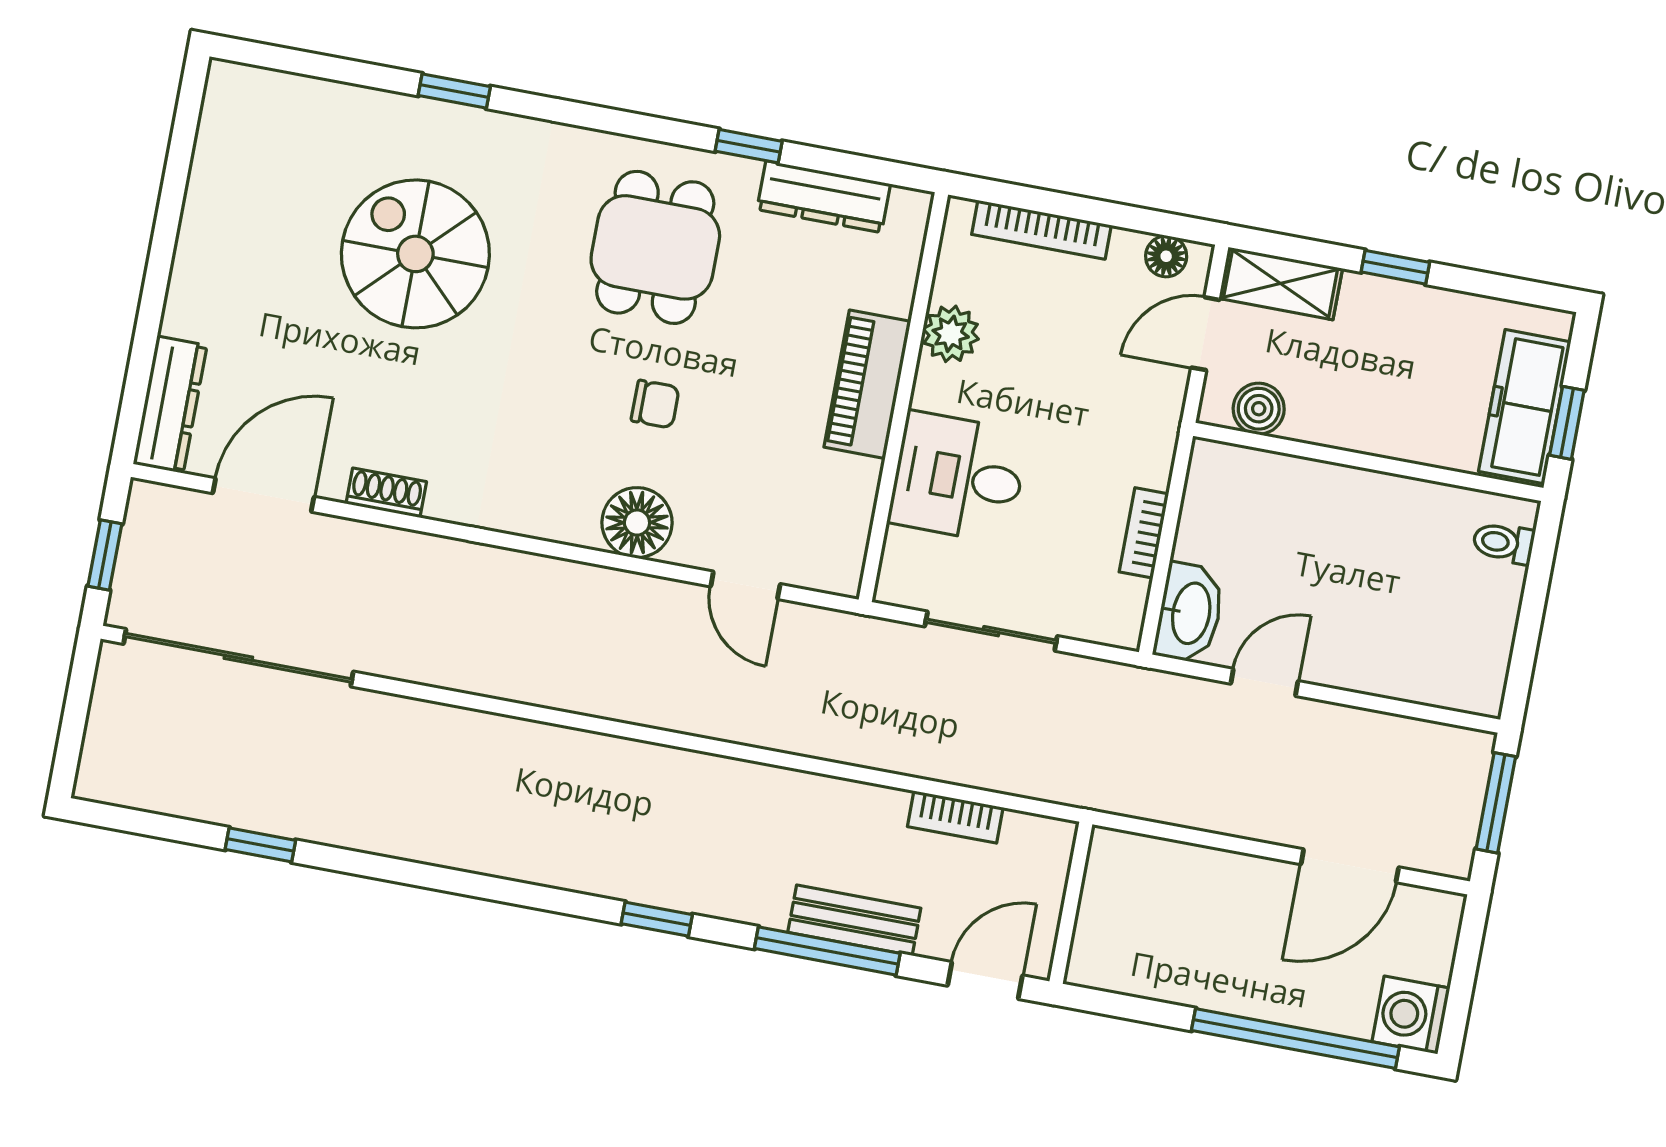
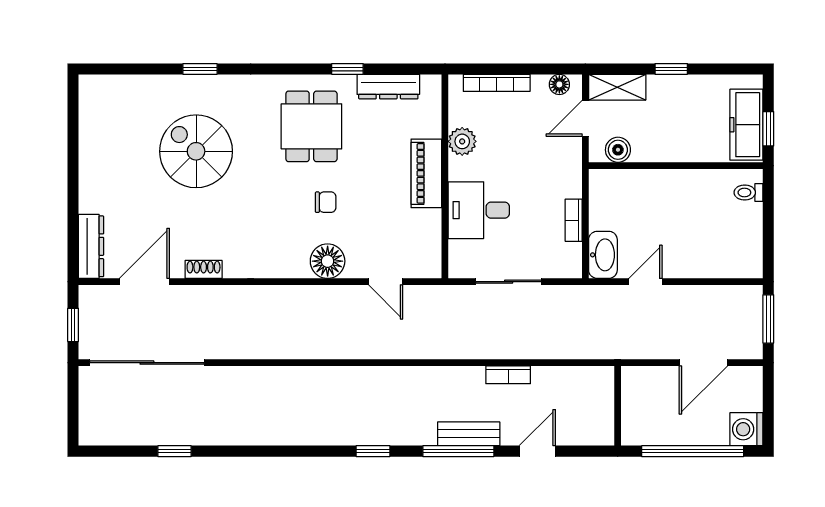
wall: (1071, 903) -> (618, 406), moved

